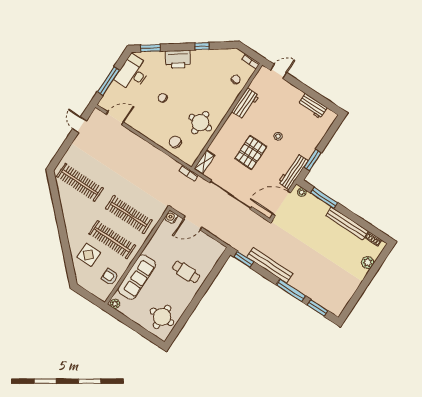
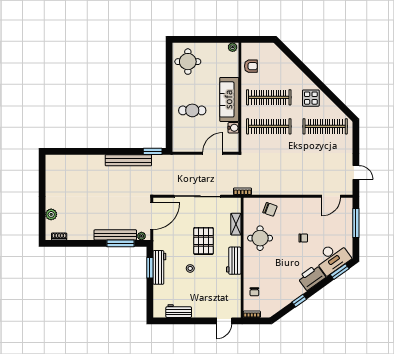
desk: (133, 73) -> (332, 258), moved, turned 54
workbench: (245, 104) -> (234, 261), moved
shelving: (204, 162) -> (236, 224), moved
workbench: (293, 172) -> (159, 267), moved
water cooler: (171, 217) -> (233, 128), moved
bench: (347, 223) -> (115, 235), moved
display table: (89, 255) -> (311, 98), moved
sofa: (137, 277) -> (229, 99), moved
window: (291, 290) -> (98, 151), removed
window: (317, 308) -> (67, 151), removed

